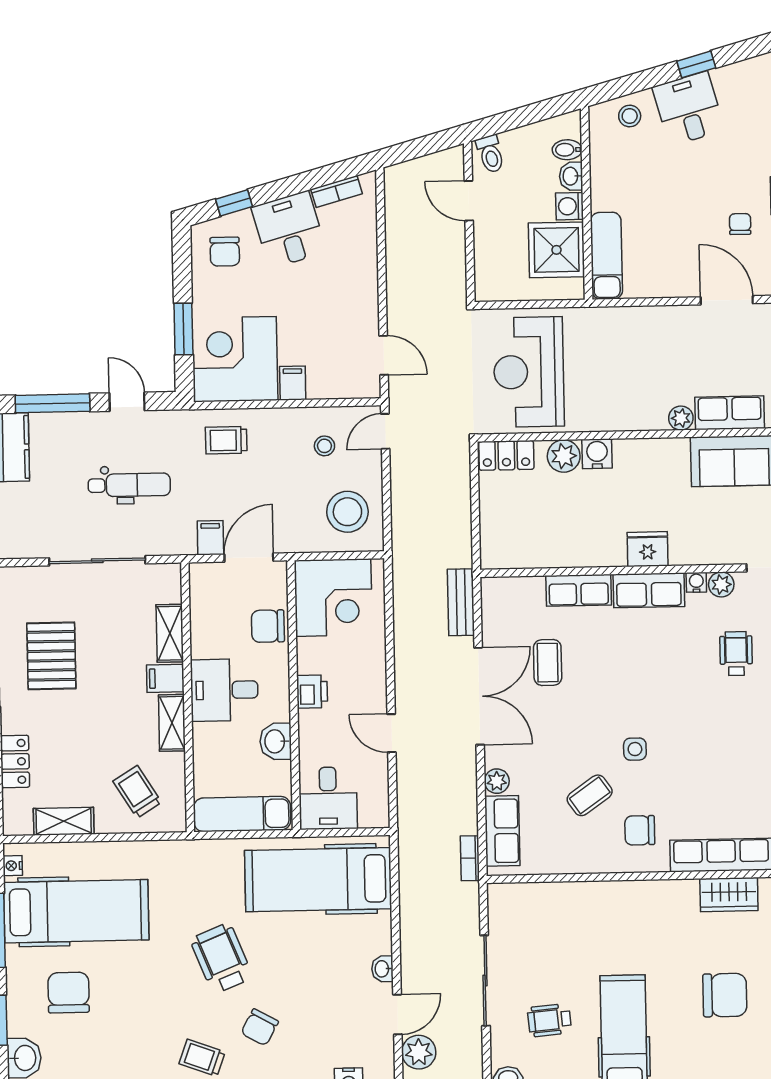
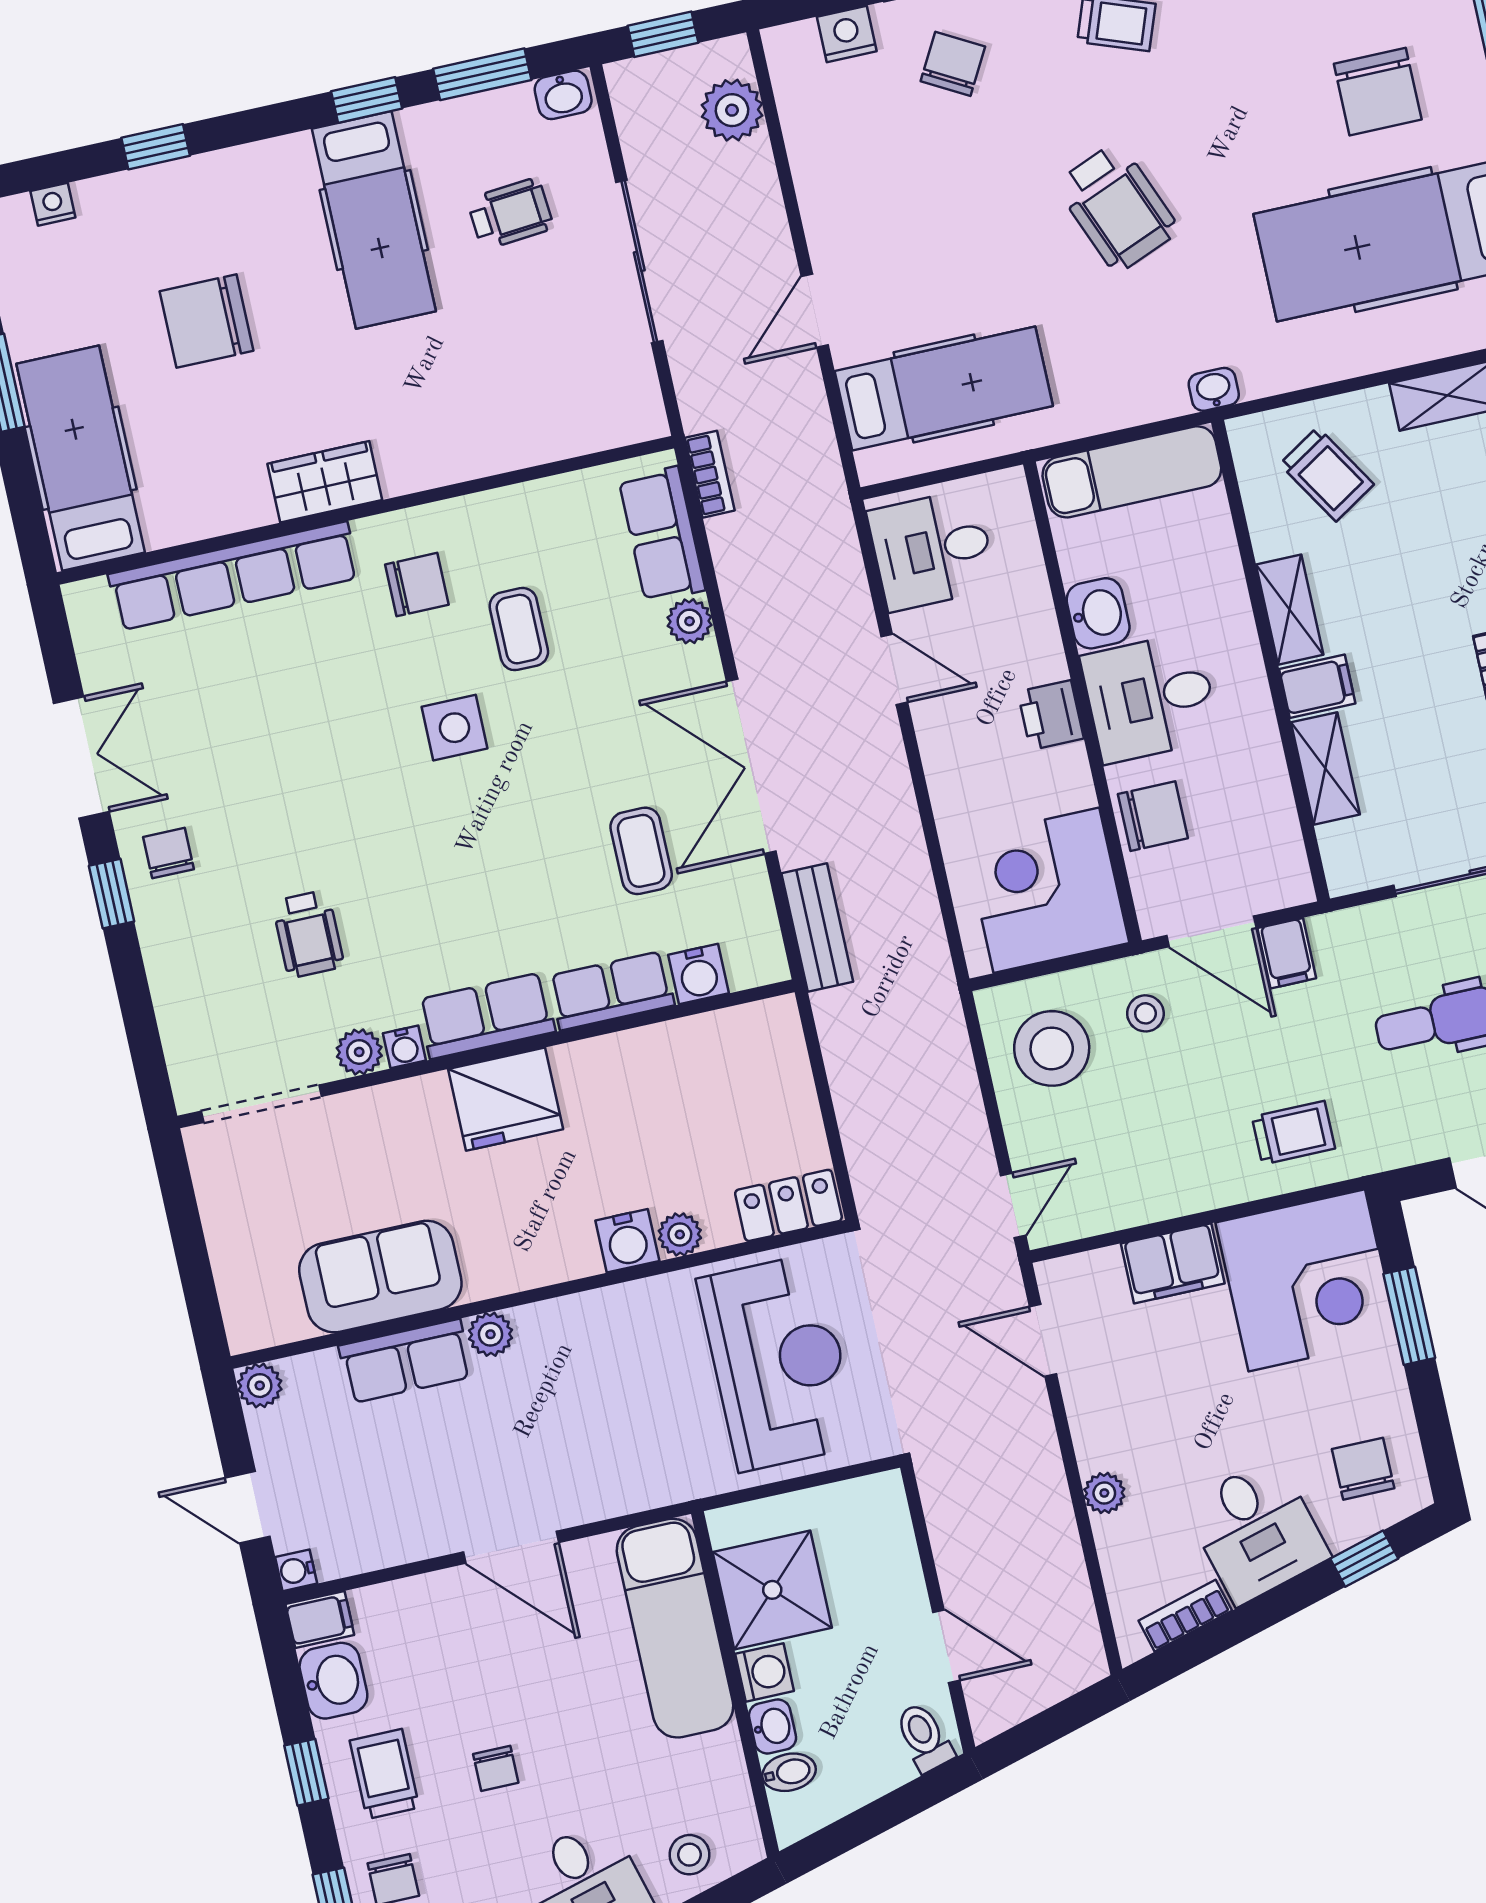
chair: (740, 224) -> (496, 1768), moved
exam couch: (606, 256) -> (675, 1628), width x1.36, depth x1.45
plant: (367, 266) -> (1104, 1493), added
door: (727, 300) -> (511, 1547), moved
filing cabinet: (293, 383) -> (1173, 1263), width x2.00
stool: (324, 446) -> (1145, 1013), moved
plant: (564, 456) -> (680, 1234), width x0.73, depth x0.73
fridge: (648, 549) -> (506, 1099), width x1.36, depth x1.34
door: (249, 558) -> (1211, 931), hinge flipped
water cooler: (530, 590) -> (698, 974), added
desk: (224, 690) -> (1150, 698), moved, turned 180
side table: (635, 749) -> (454, 728), width x1.37, depth x1.37
coffee table: (590, 795) -> (519, 629), turned -55
desk: (328, 798) -> (932, 550), moved, turned -90
hospital bed: (318, 880) -> (944, 389), width x0.73, depth x0.78
wardrobe: (729, 895) -> (325, 482), moved
washbasin: (382, 969) -> (1214, 389), moved, turned -90
door: (397, 1014) -> (815, 311), moved
chair: (260, 1027) -> (953, 64), moved

